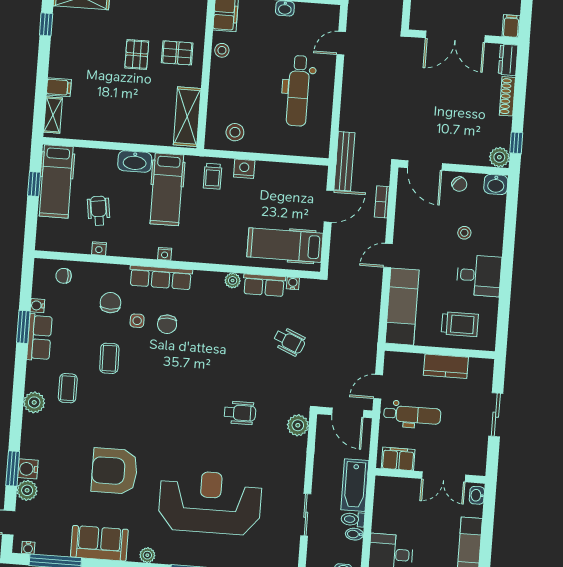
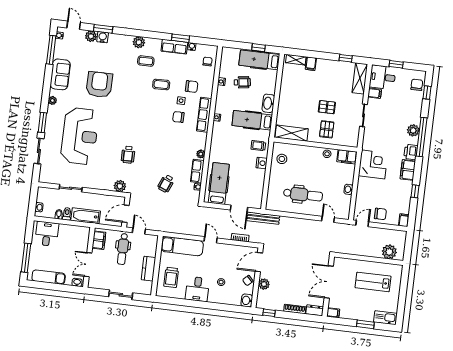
dental chair: (298, 91) -> (303, 195), turned 180
plant: (499, 157) -> (264, 284), moved

